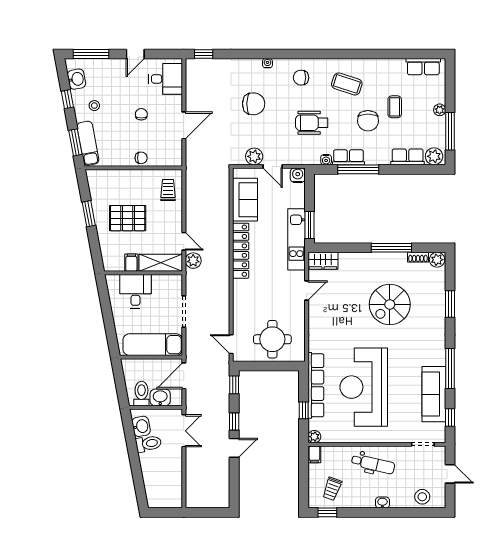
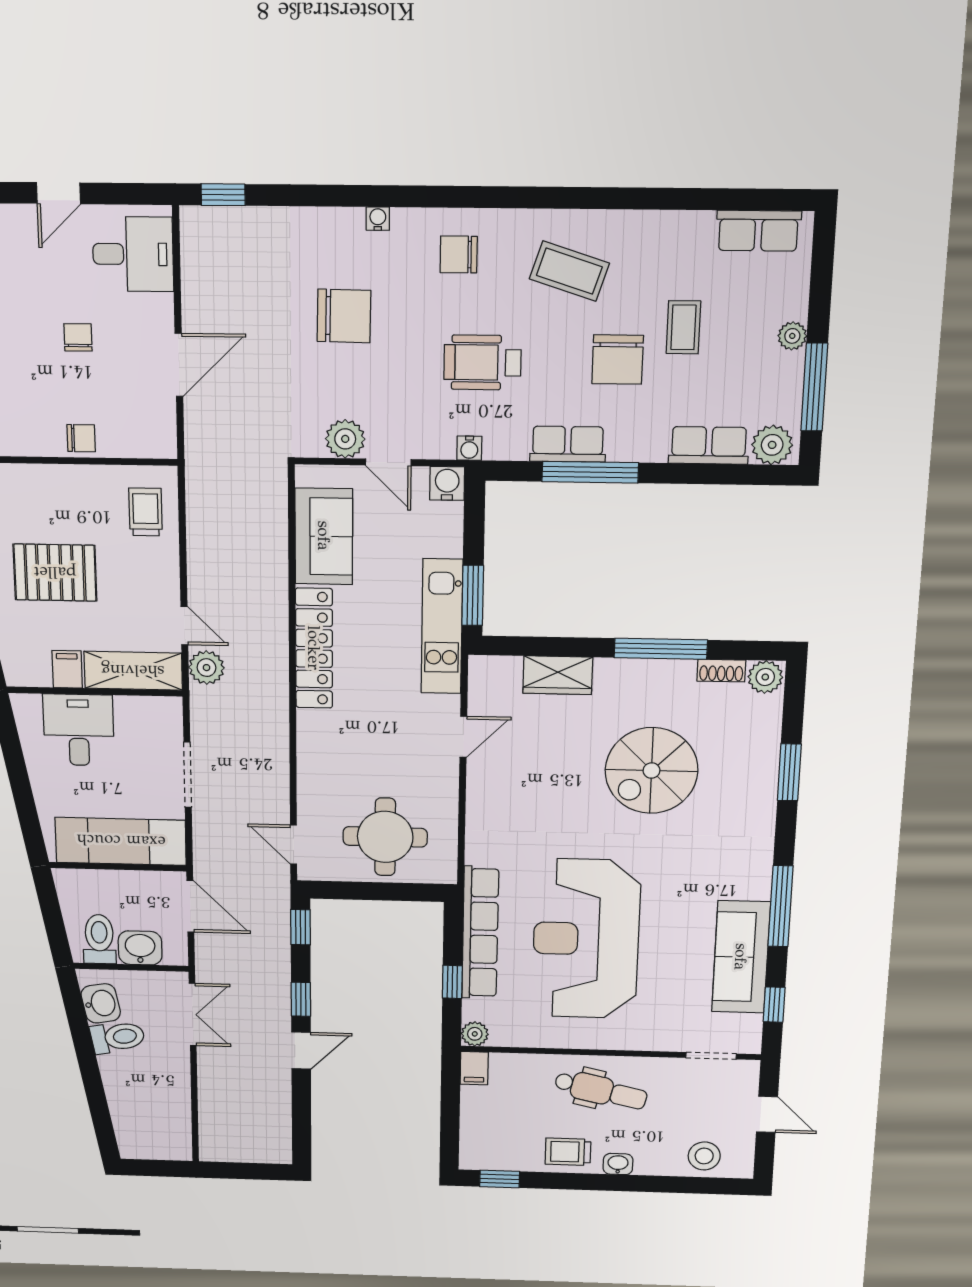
water cooler: (326, 160) -> (469, 448), moved
wardrobe: (323, 261) -> (558, 675), moved
door: (184, 376) -> (190, 906), swing flipped
trolley: (332, 489) -> (568, 1152), moved, turned 70

